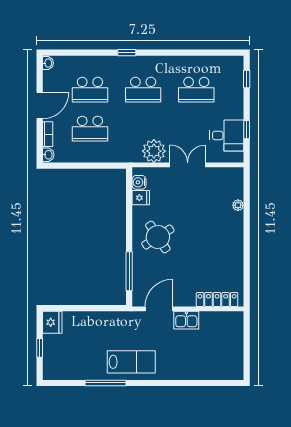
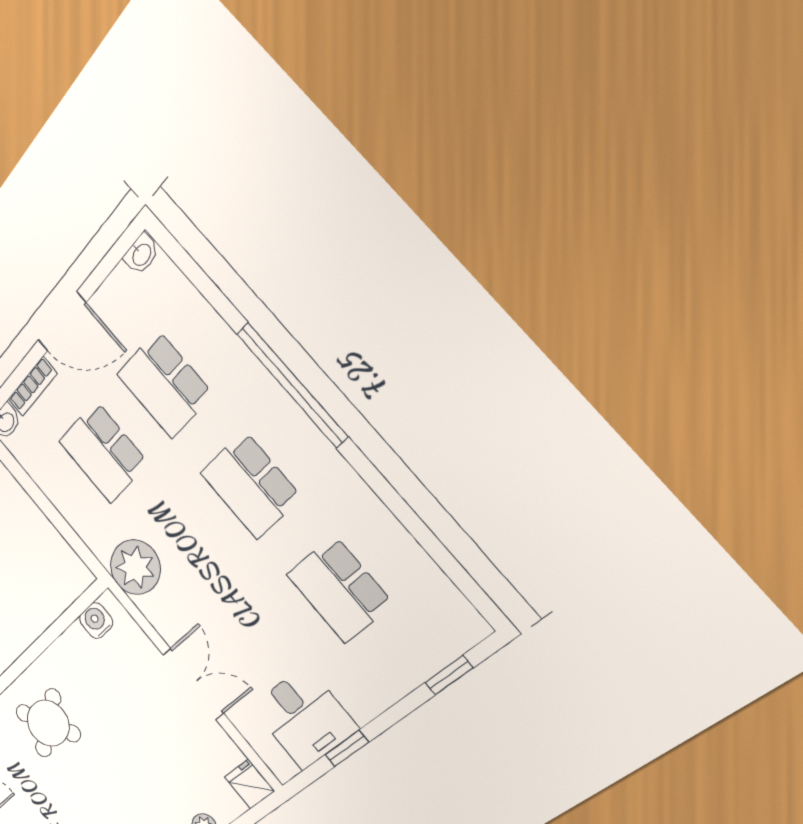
window: (127, 53) -> (292, 385), width x3.17
plant: (154, 151) -> (135, 567), moved
fridge: (141, 198) -> (249, 784), moved, turned 180

